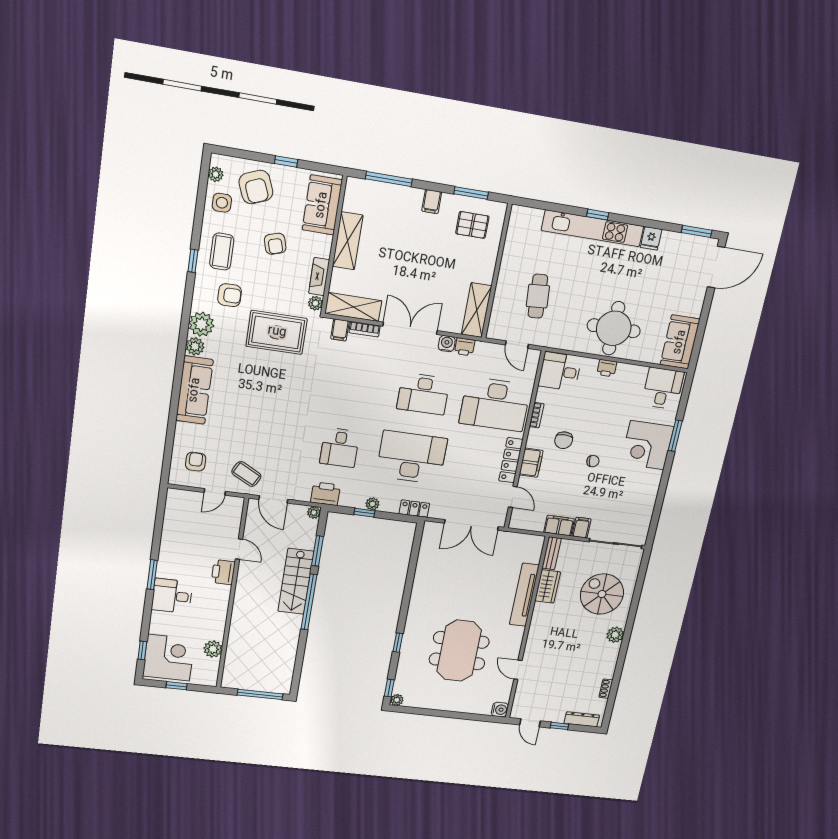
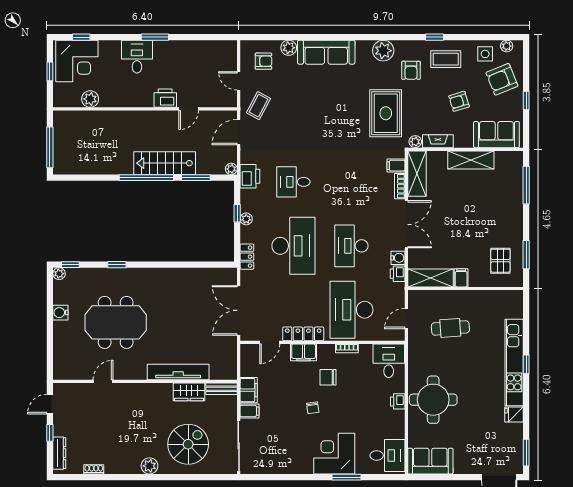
filing cabinet: (432, 201) -> (461, 278), moved, turned 90
plant: (195, 346) -> (289, 48), moved
water cooler: (500, 710) -> (60, 313), moved, turned 90

